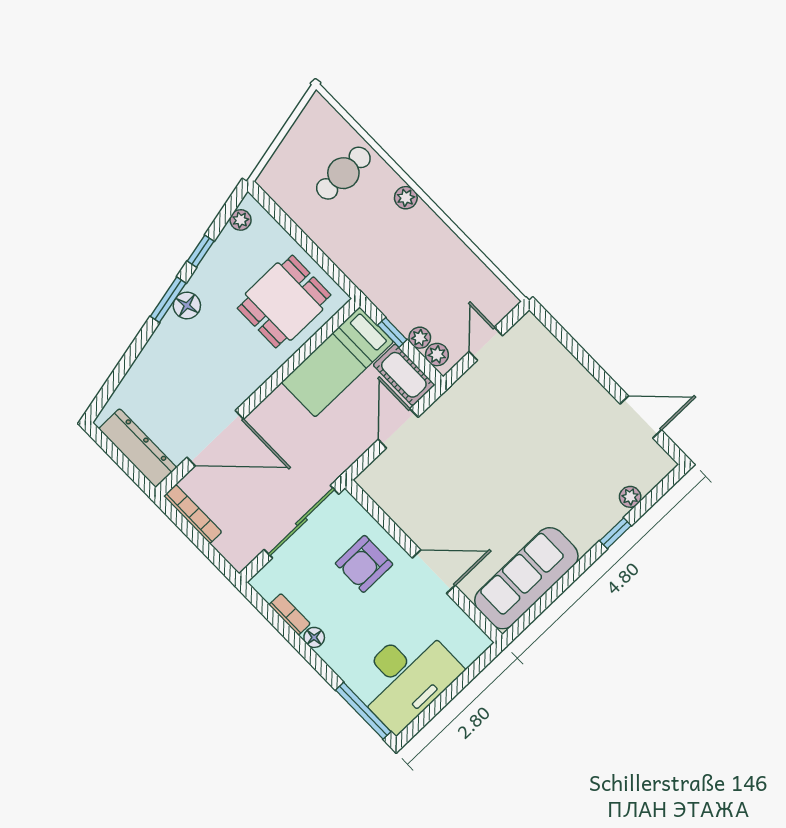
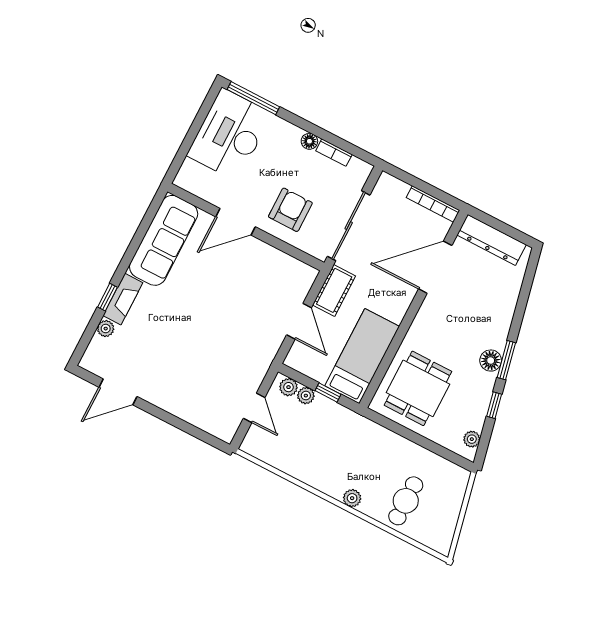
cot: (404, 375) -> (334, 290), moved, turned 90
fireplace: (598, 525) -> (123, 299), added

